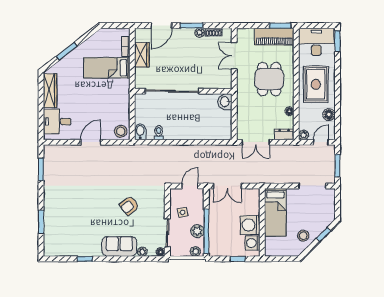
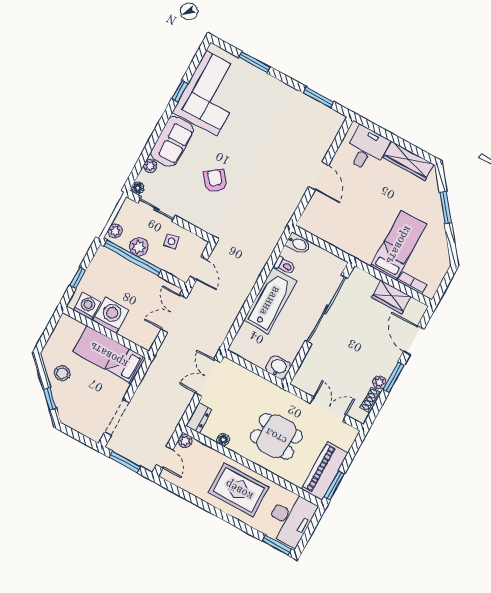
floor lamp: (329, 115) -> (193, 486), removed
bathtub: (186, 130) -> (270, 301), added
stool: (121, 131) -> (312, 220), removed
corner sofa: (76, 238) -> (211, 93), added

